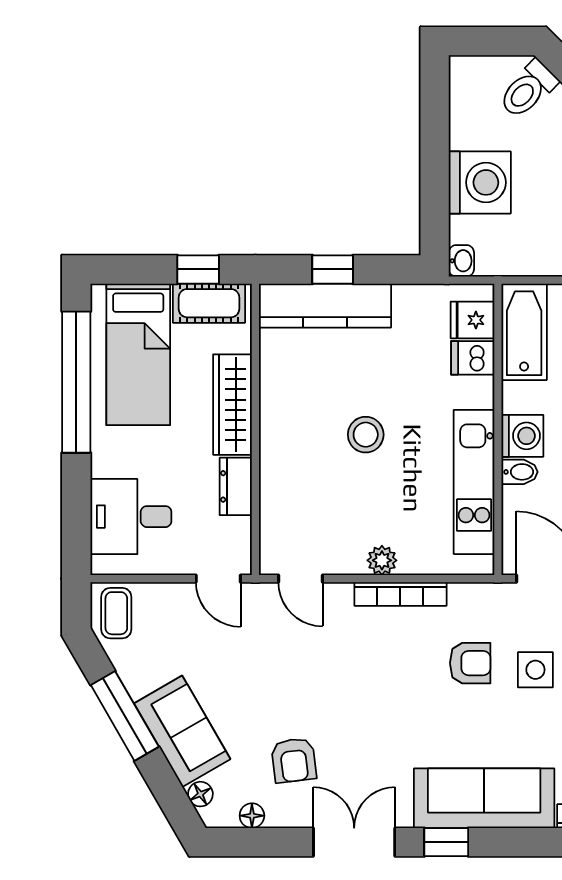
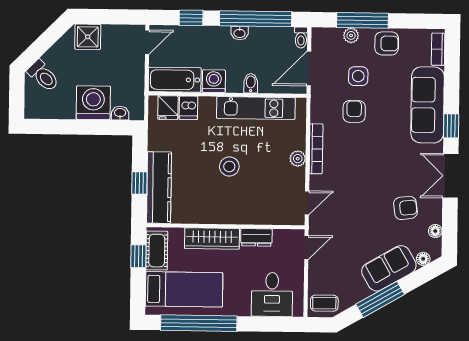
washbasin: (461, 261) -> (120, 113), moved
washing machine: (522, 436) -> (214, 81), moved

